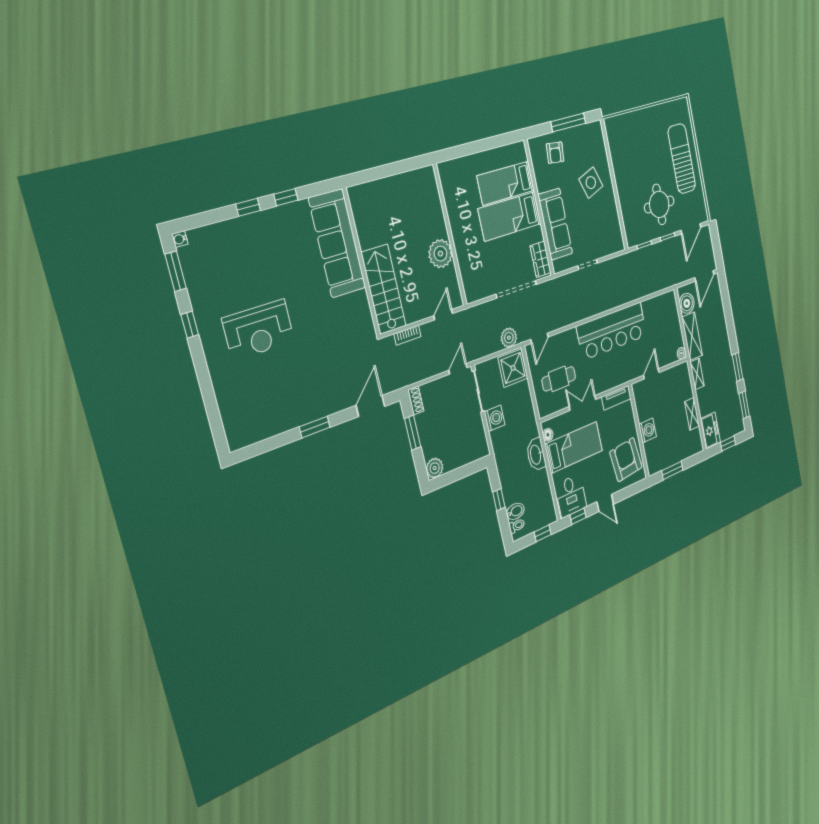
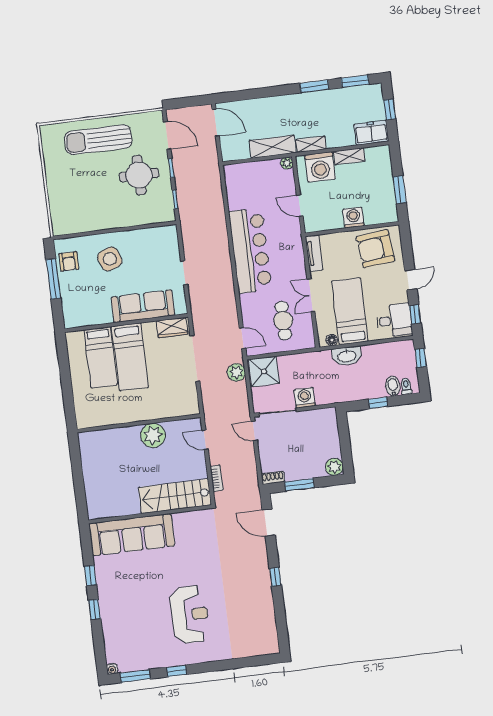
armchair: (555, 153) -> (69, 261), moved, turned 84
boiler: (687, 303) -> (239, 150), removed
washing machine: (682, 387) -> (320, 167), added
window: (315, 427) -> (275, 577), width x0.67

